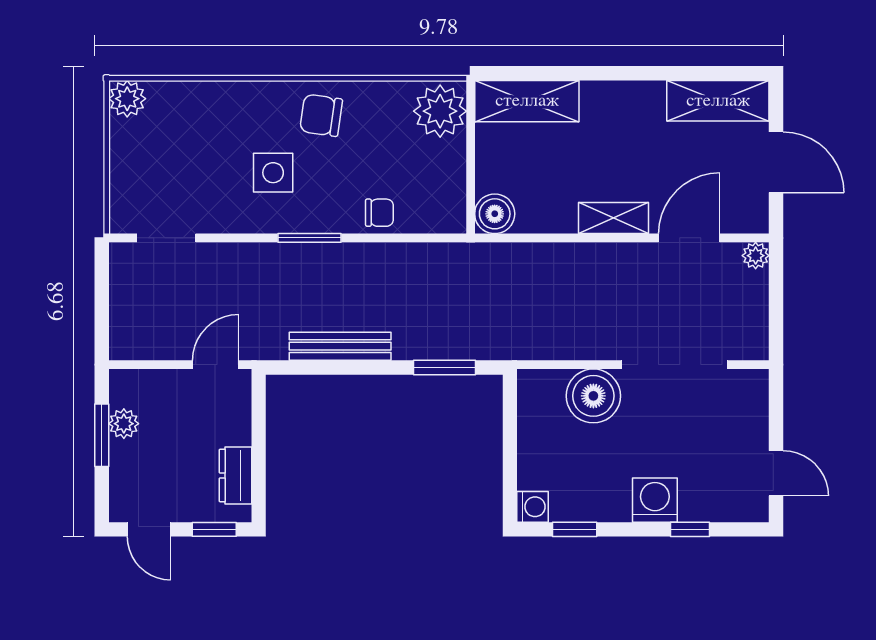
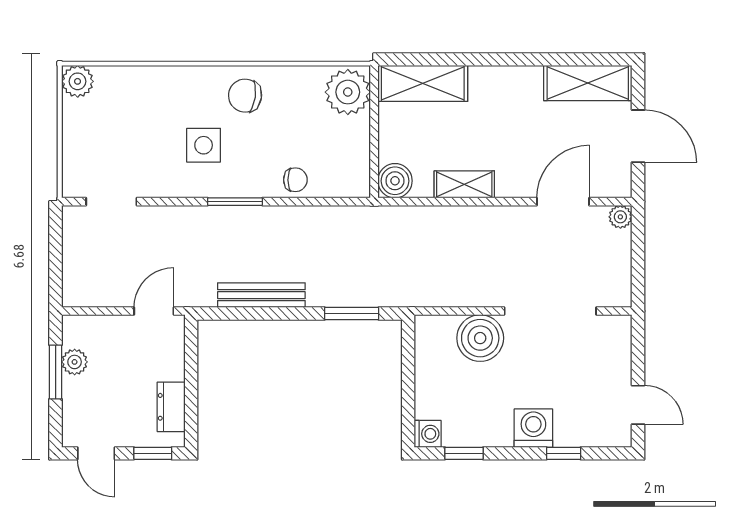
shelving: (614, 218) -> (464, 184), moved

